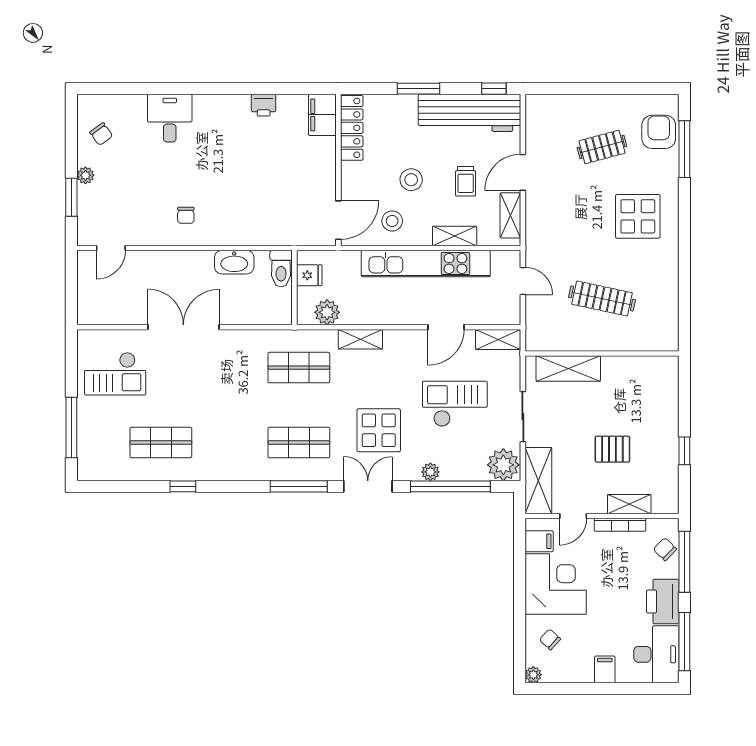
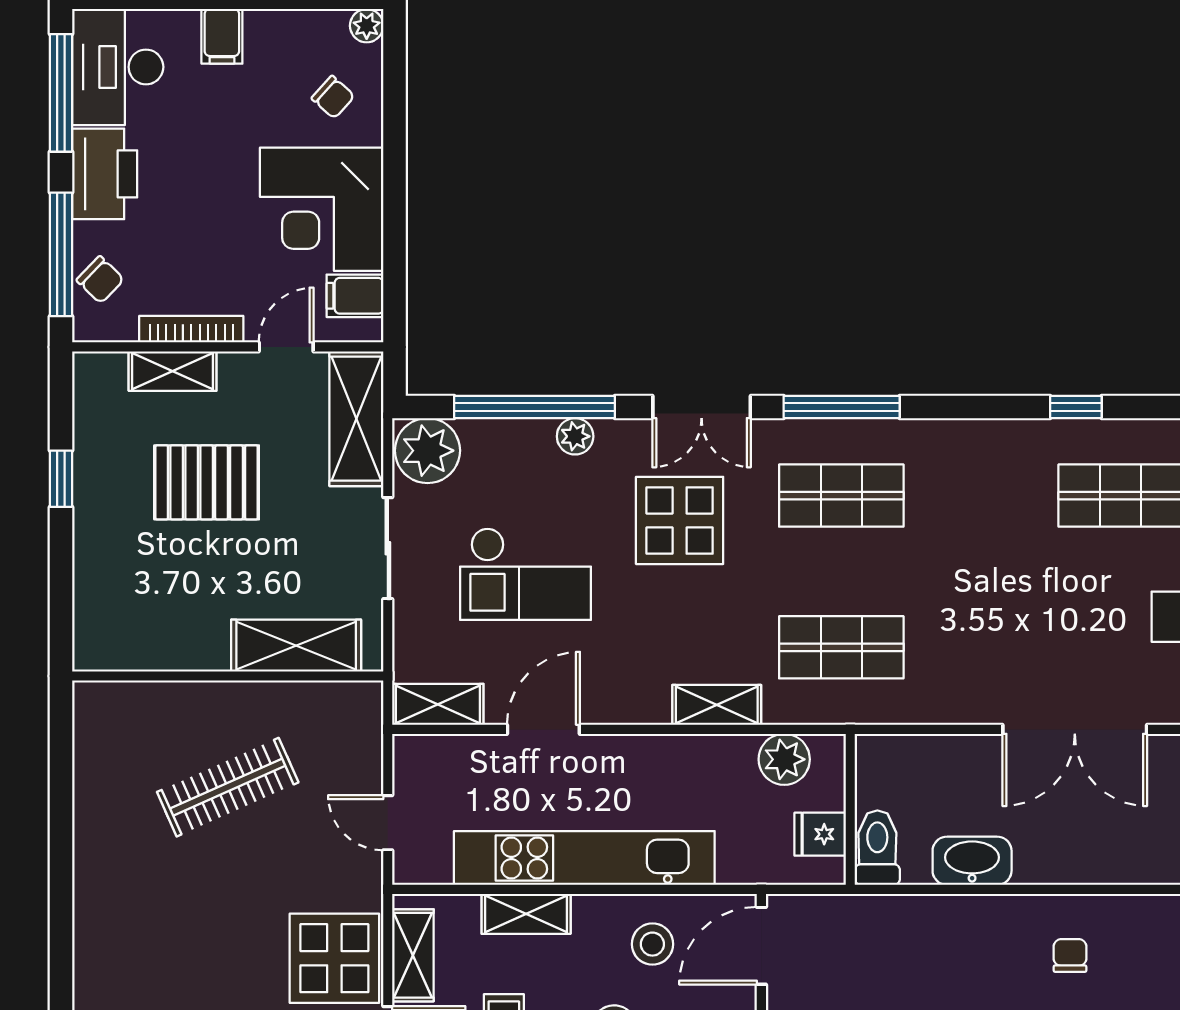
display table: (638, 216) -> (334, 958), moved
clothes rail: (602, 298) -> (228, 787), turned -36
pallet: (612, 449) -> (207, 482), width x1.50, depth x1.42

